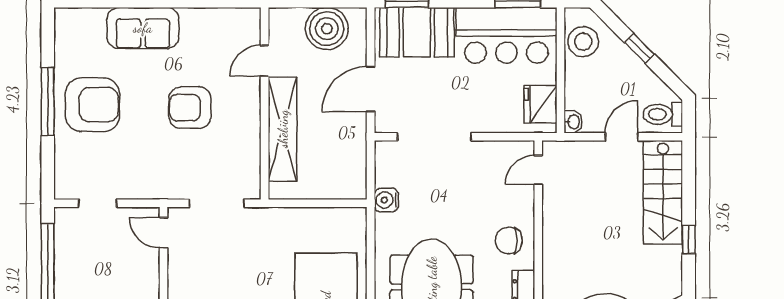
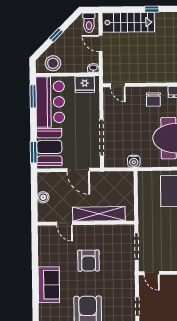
boiler: (327, 29) -> (43, 197), width x0.54, depth x0.54
door: (164, 233) -> (152, 273), hinge flipped

